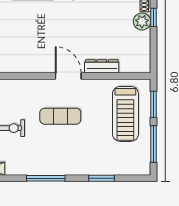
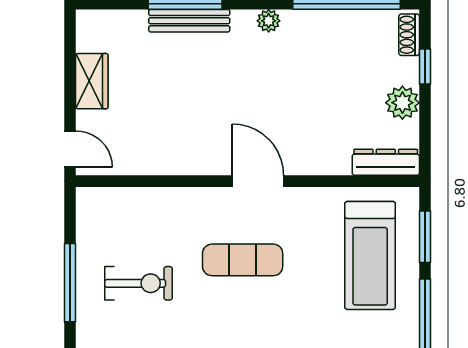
plant: (142, 22) -> (402, 103), moved
dresser: (102, 66) -> (386, 162), moved

